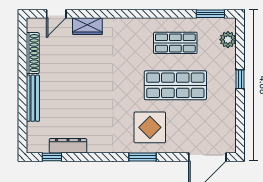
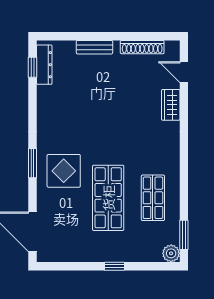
plant: (228, 40) -> (171, 253), moved
bench: (33, 98) -> (94, 47), width x0.73
dresser: (68, 146) -> (44, 65), moved

